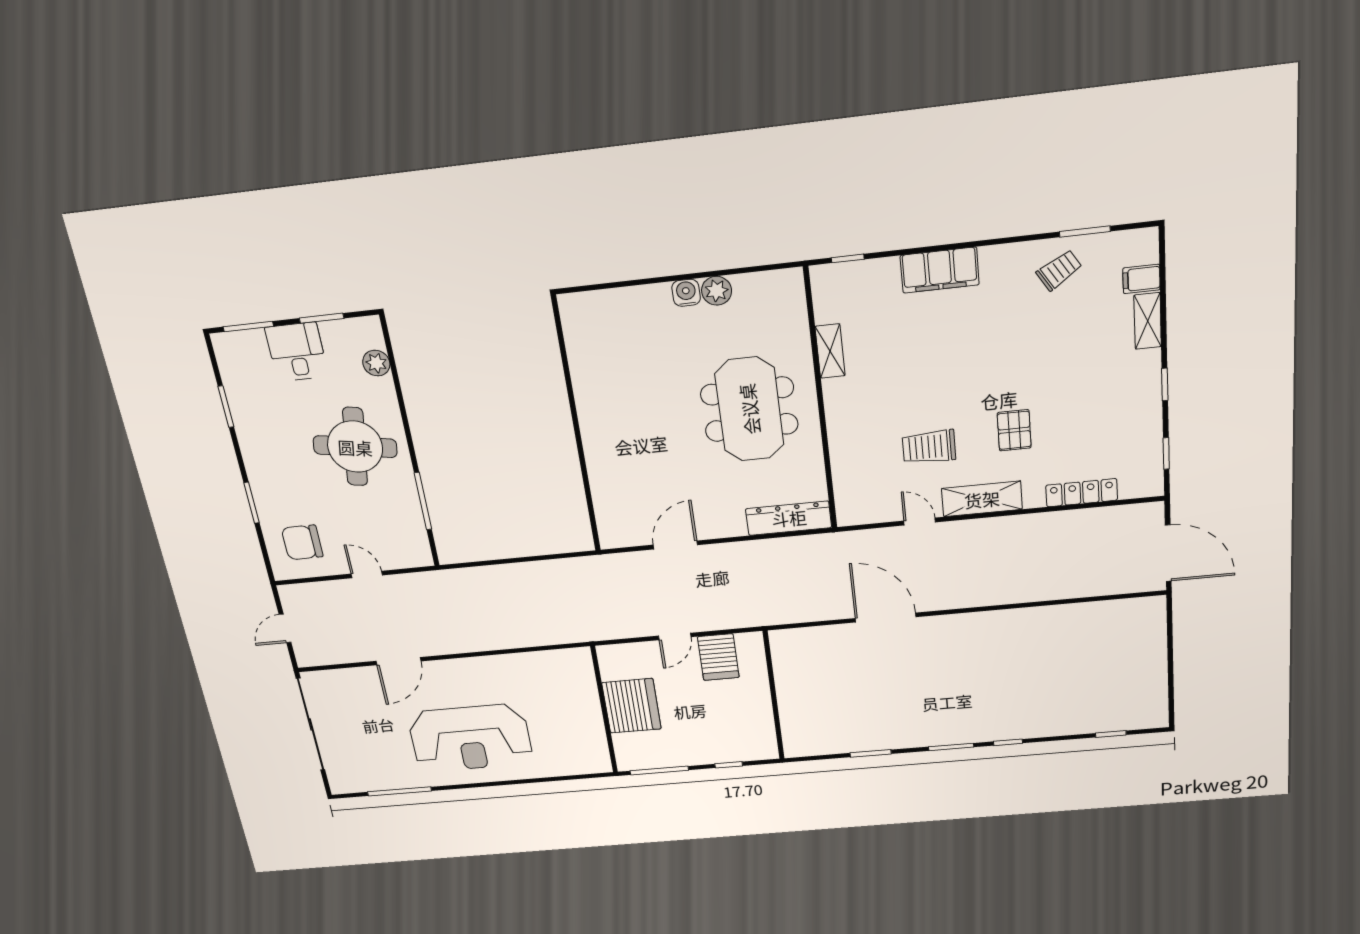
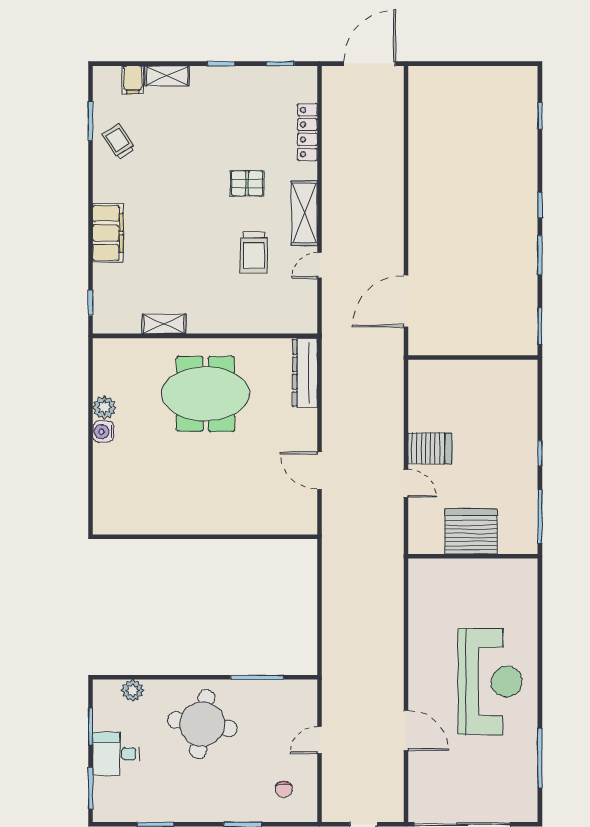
chair: (302, 542) -> (284, 789), width x0.54, depth x0.54
wall: (774, 696) -> (473, 357), moved

